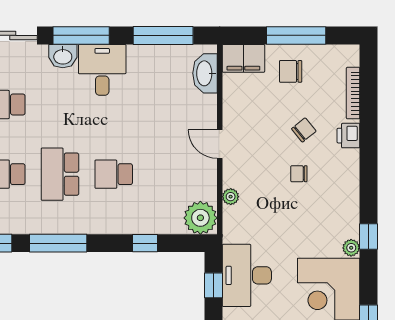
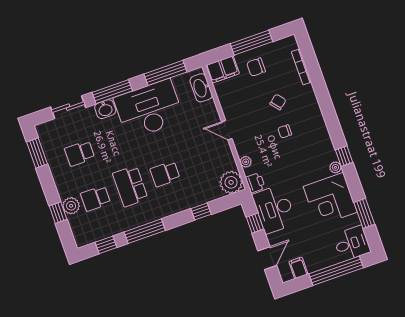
desk: (102, 70) -> (149, 109), width x1.87, depth x1.30
printer: (348, 136) -> (255, 183), moved, turned 180

